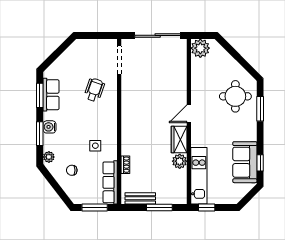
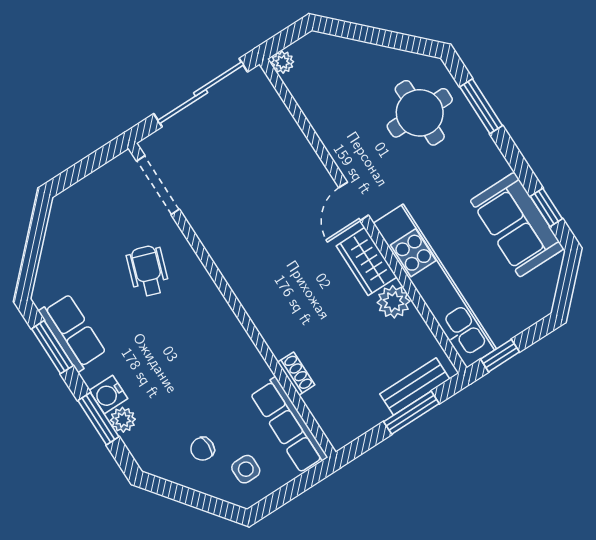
plant: (200, 48) -> (283, 62), width x0.53, depth x0.53
side table: (95, 146) -> (246, 469), moved
plant: (49, 157) -> (123, 420), moved
kitchen unit: (199, 176) -> (435, 286), width x1.36
bench: (140, 198) -> (415, 386), moved
window: (95, 207) -> (290, 491), removed

